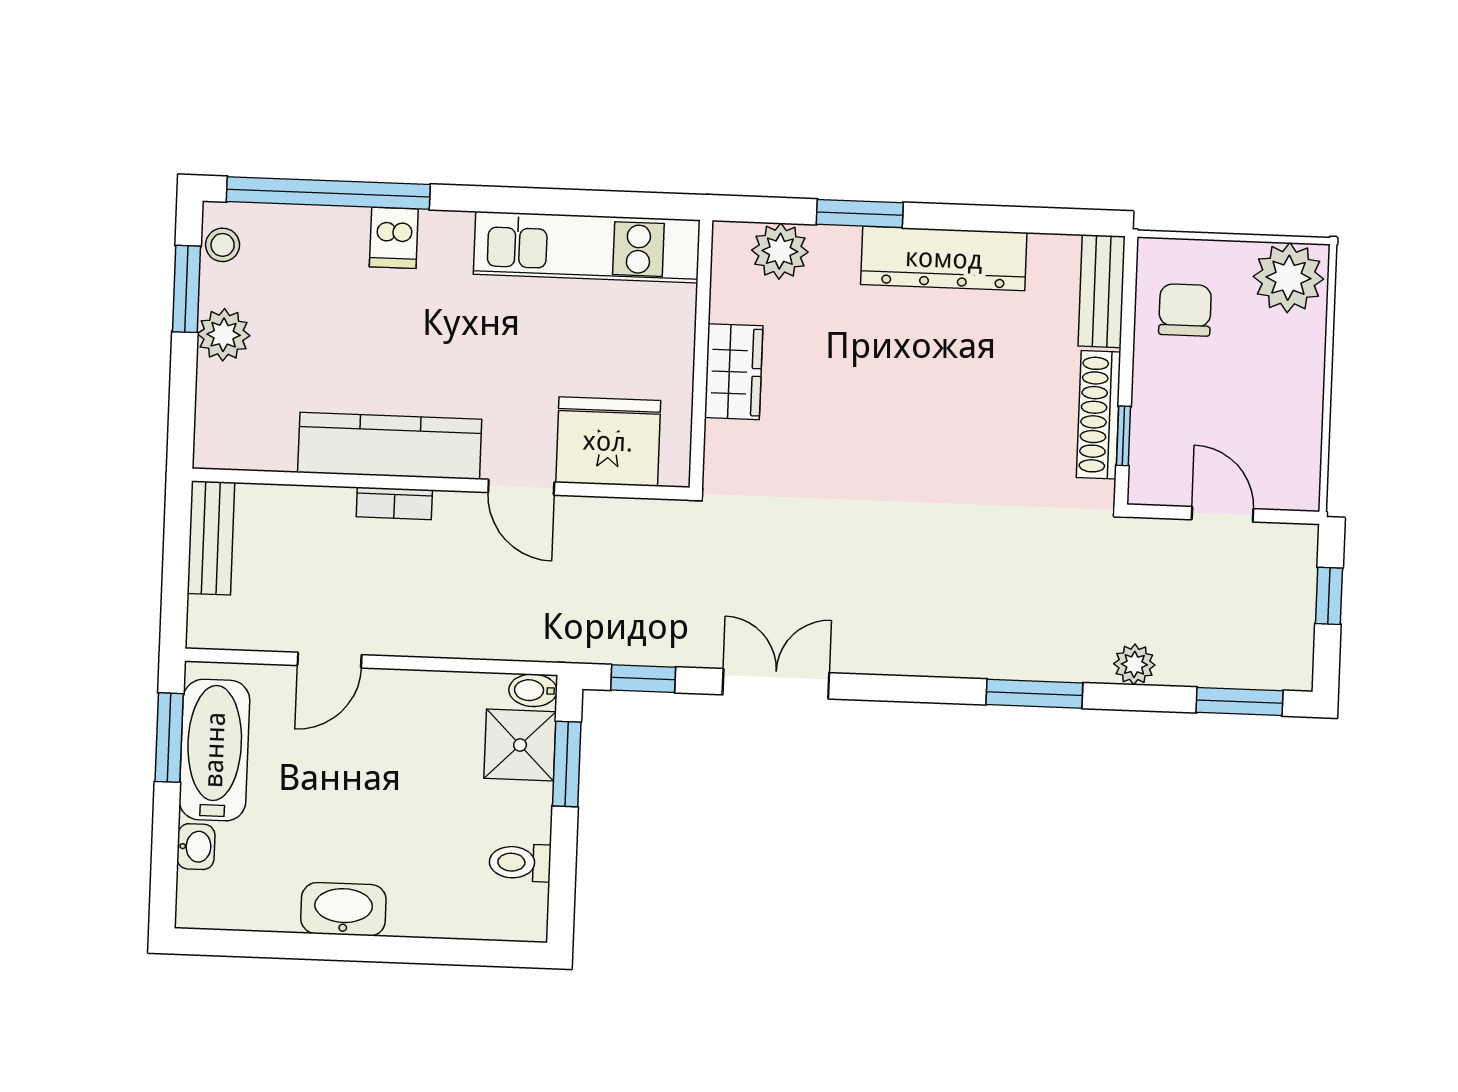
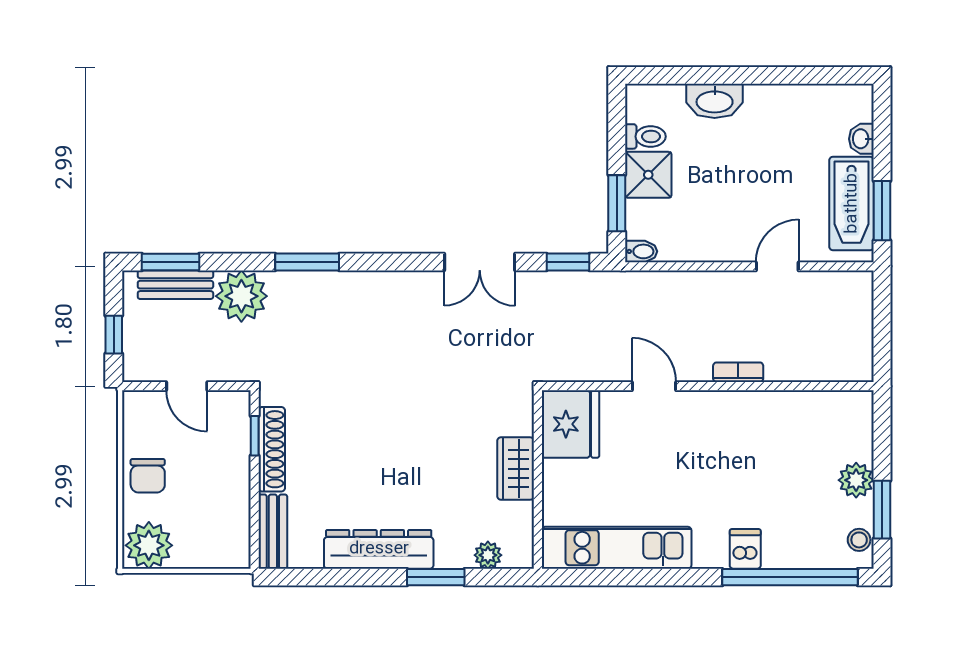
plant: (780, 251) -> (488, 555), width x0.73, depth x0.73
chair: (1185, 310) -> (148, 476), moved
fridge: (608, 441) -> (570, 424), moved, turned -90
kitchen counter: (390, 446) -> (743, 410), removed
bench: (211, 538) -> (175, 285), moved, turned 90
plant: (1134, 664) -> (241, 296), width x1.88, depth x1.88
shower: (520, 745) -> (648, 175), moved
washbasin: (343, 909) -> (715, 101), moved

